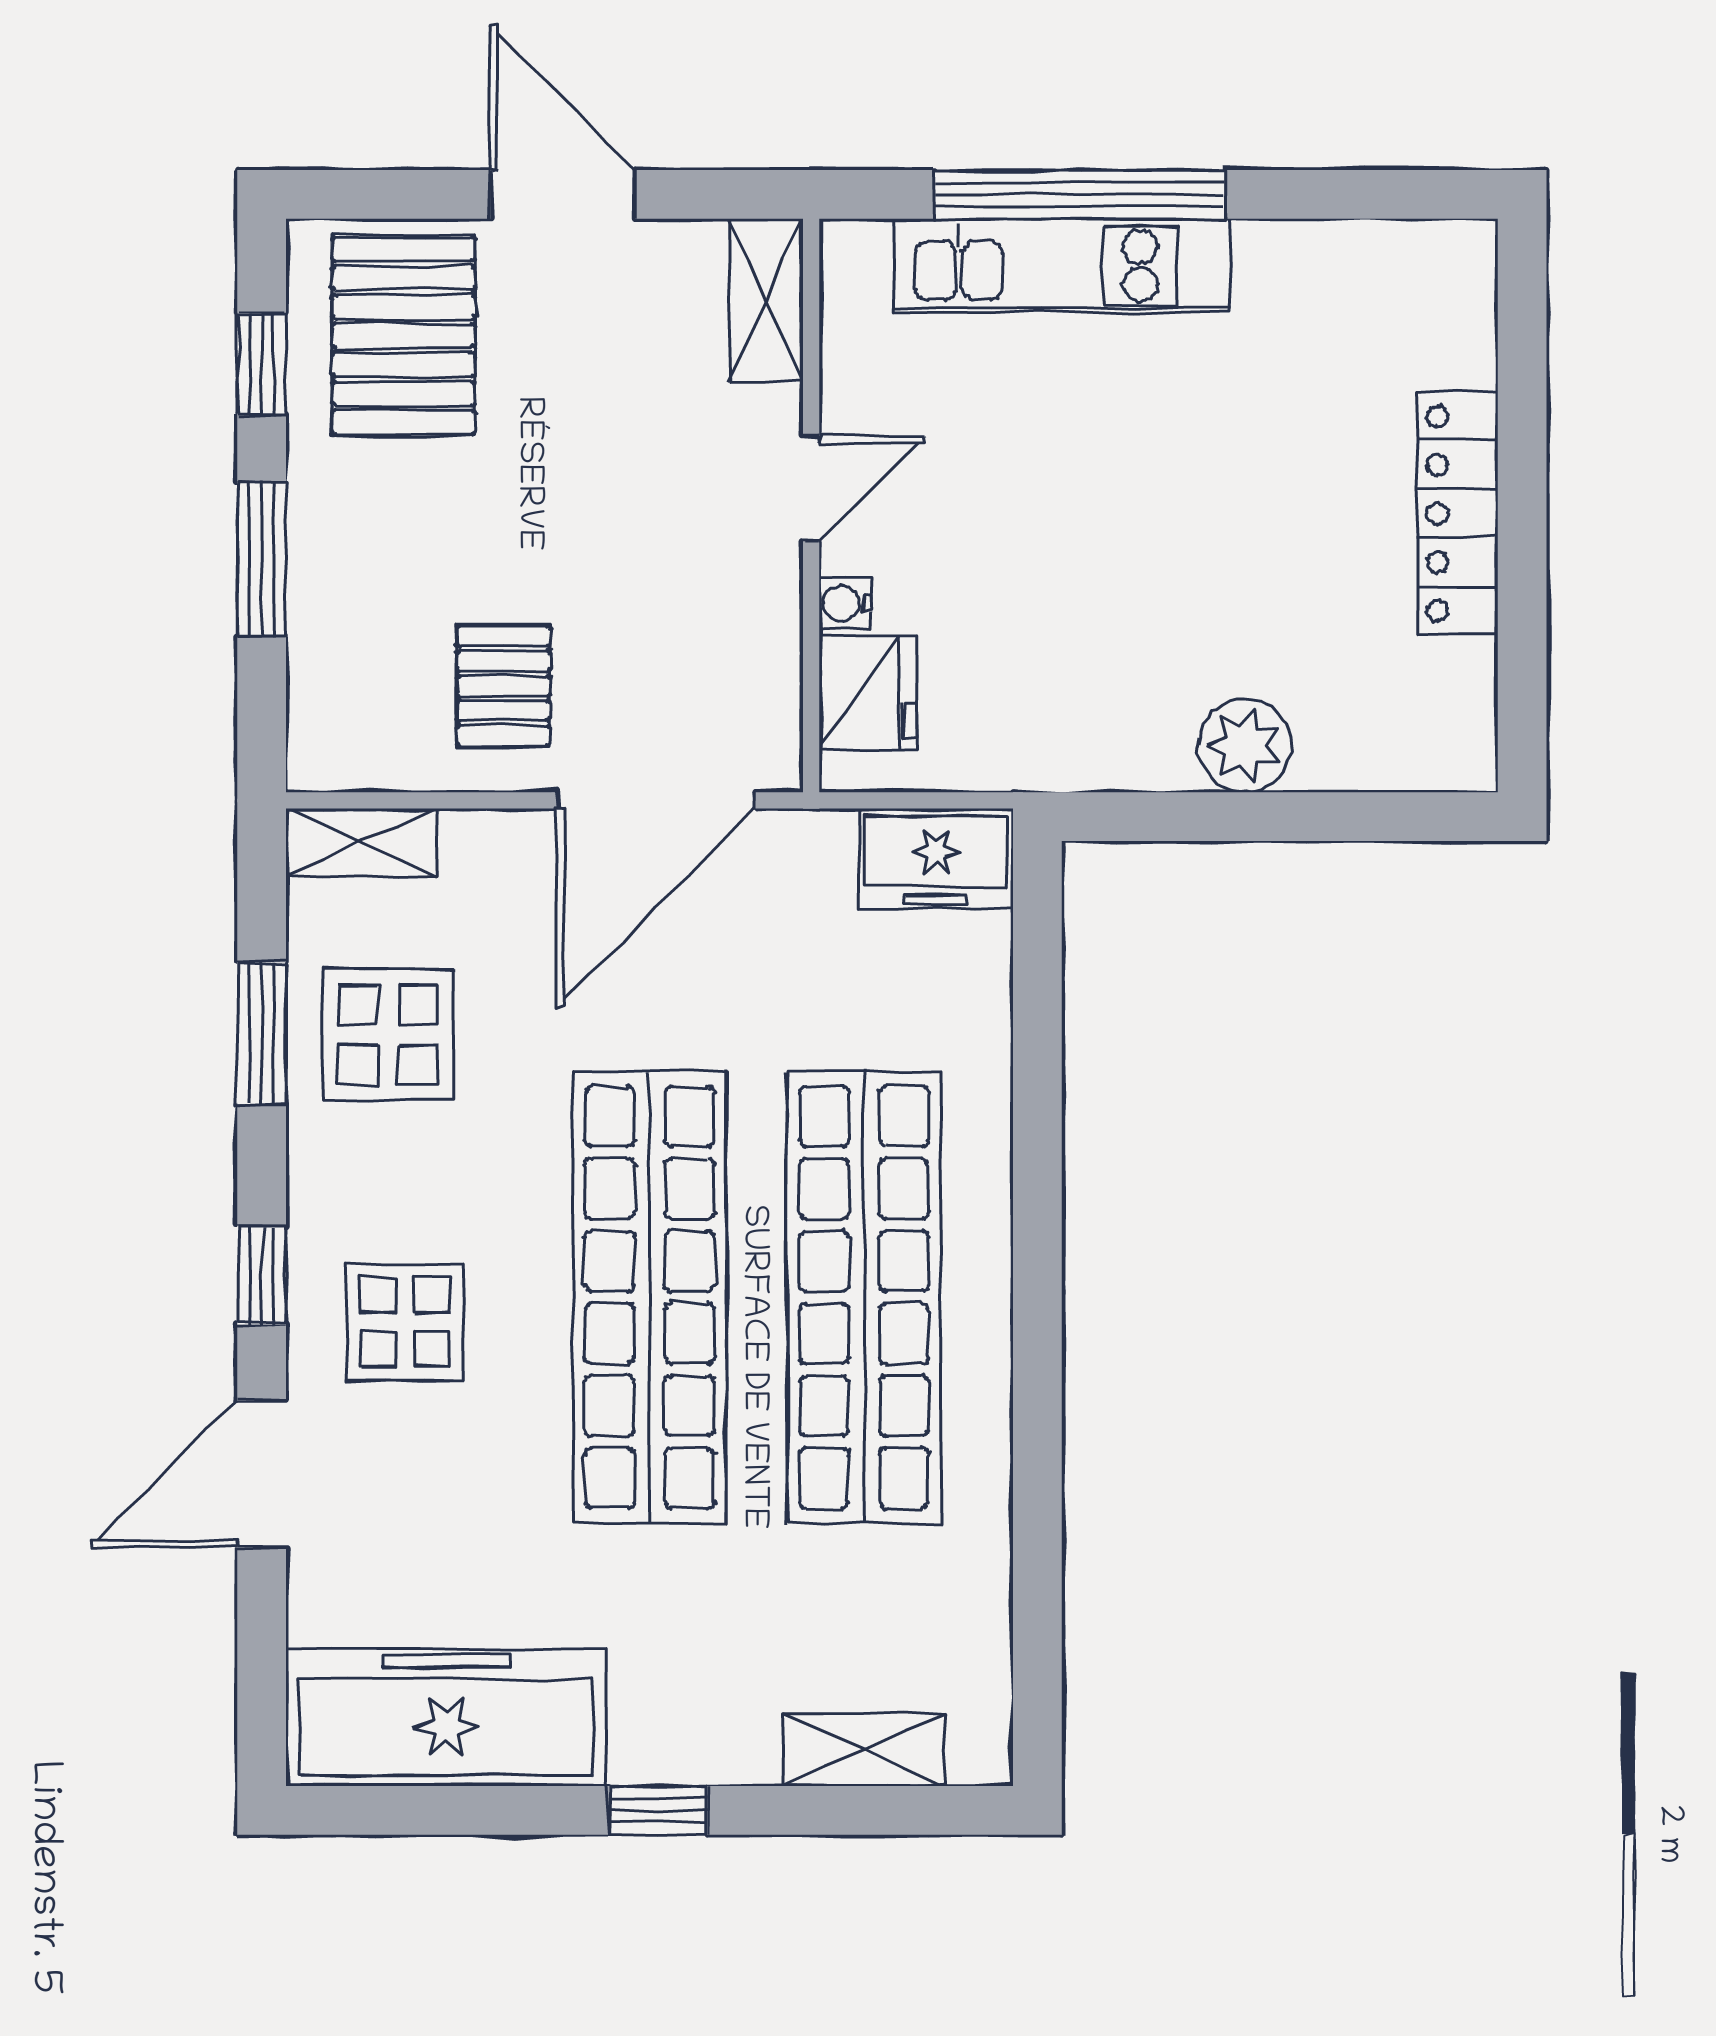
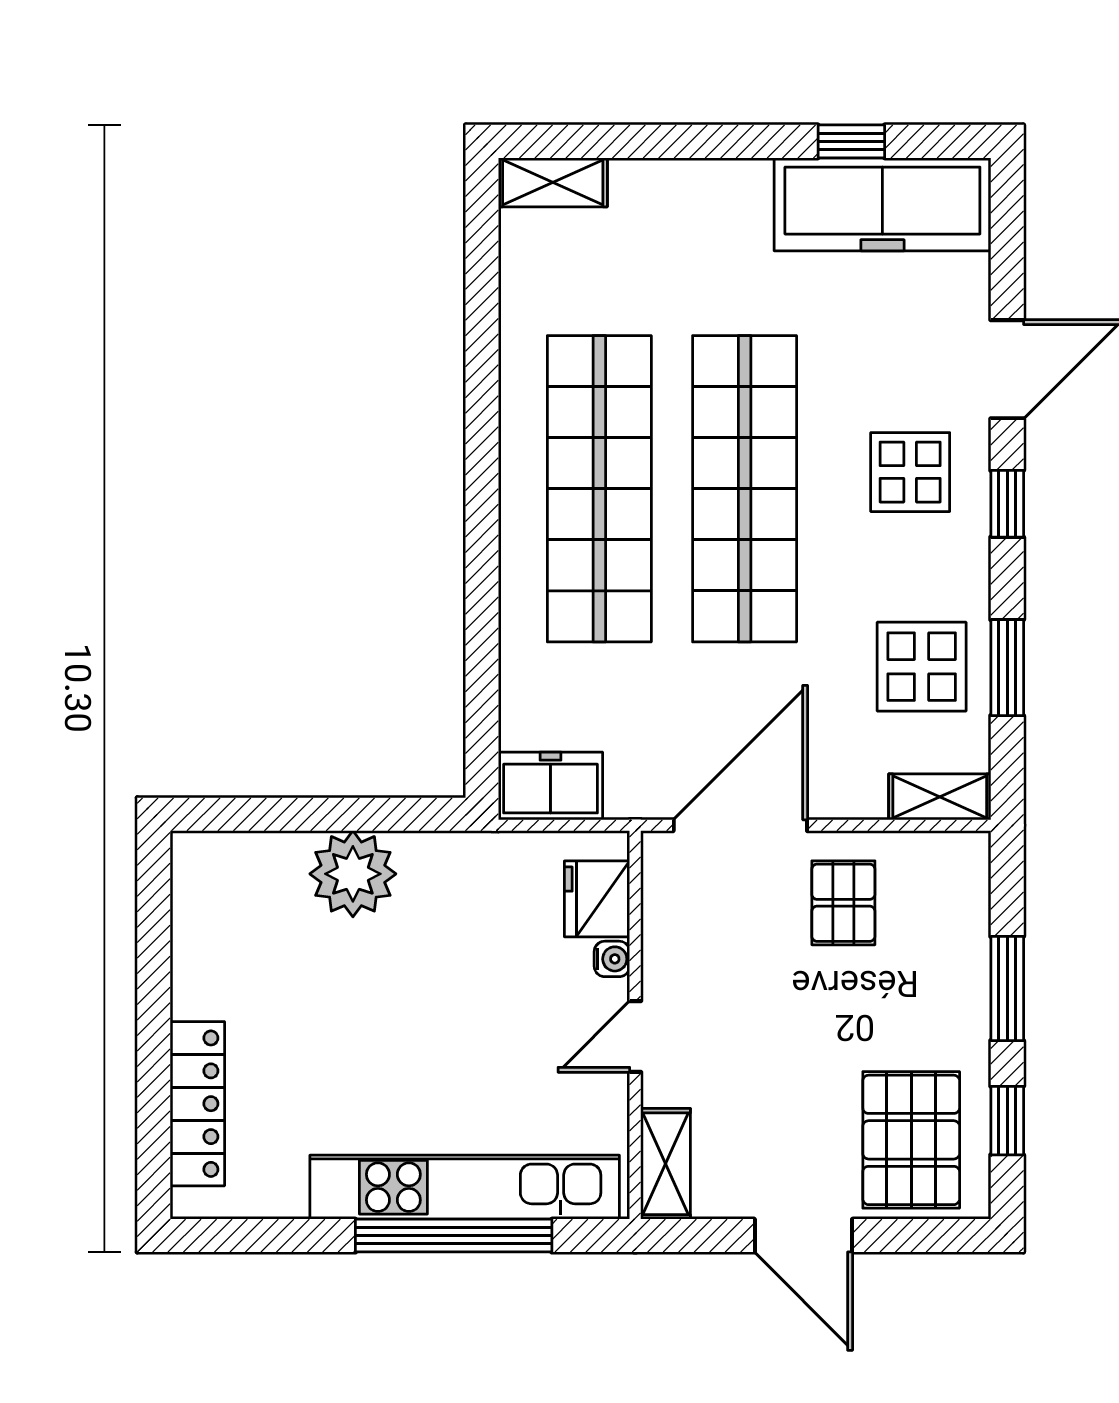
kitchen unit: (1063, 266) -> (465, 1187), width x1.36
locker: (1458, 514) -> (197, 1104), moved
plant: (1245, 746) -> (353, 874), width x1.36, depth x1.36
shelving: (864, 1750) -> (553, 182), moved
window: (658, 1810) -> (851, 141), moved

